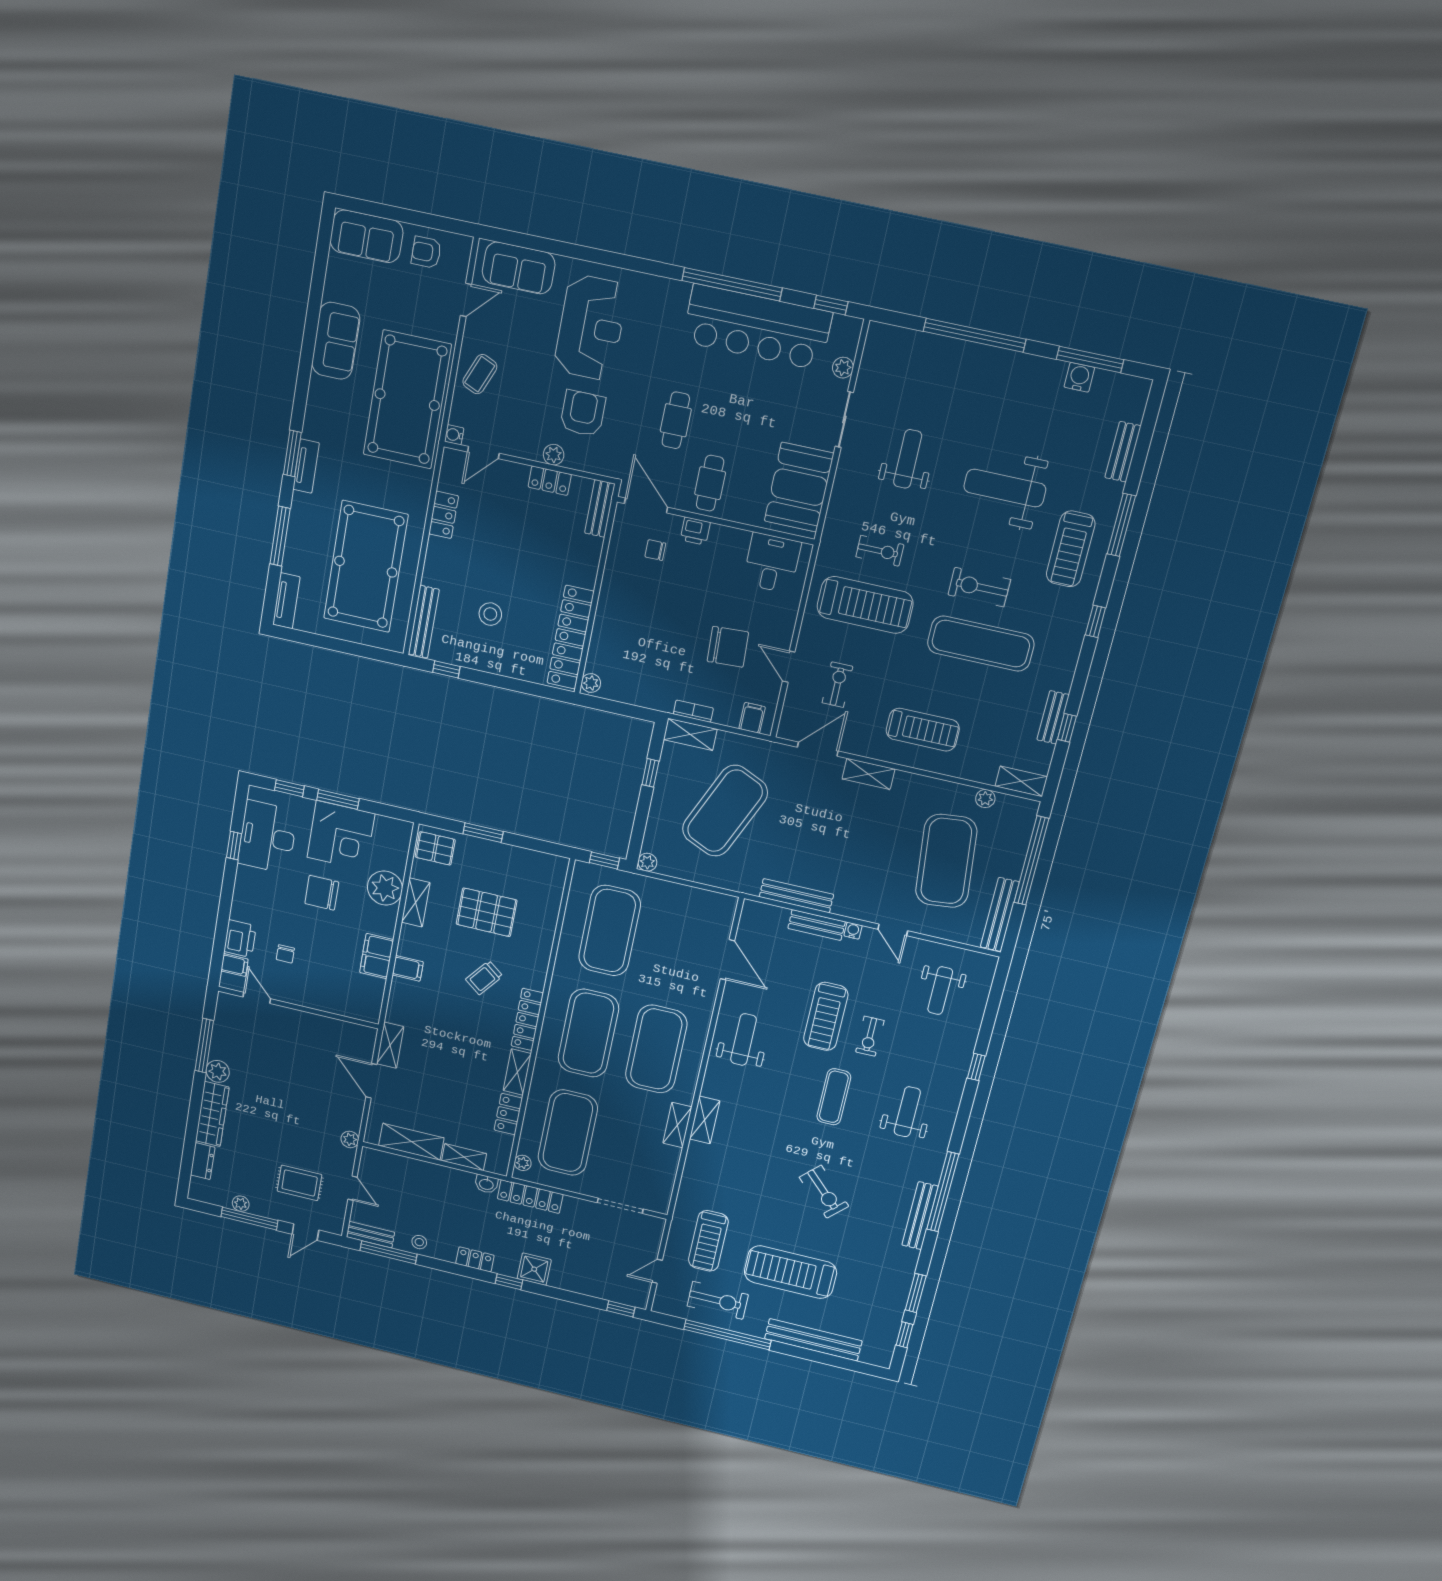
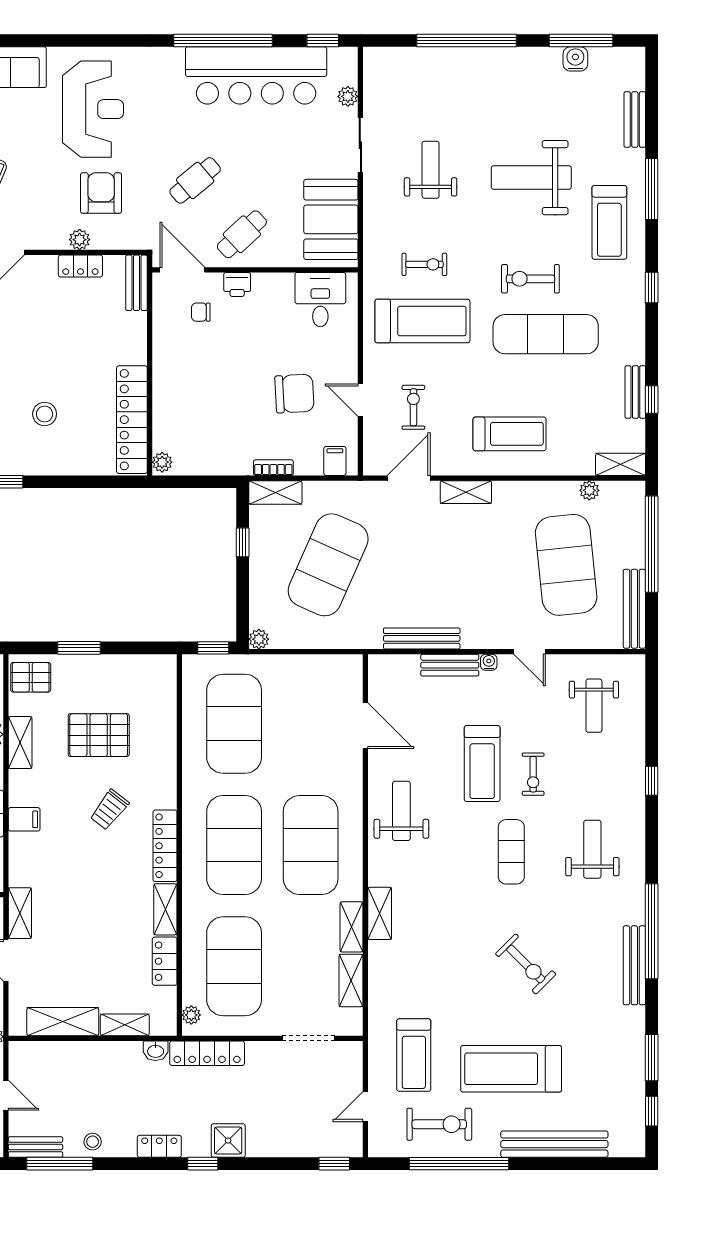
cafe table: (676, 420) -> (195, 180), turned 50
cafe table: (710, 483) -> (242, 234), turned 47
shelving: (667, 1168) -> (351, 980), added

